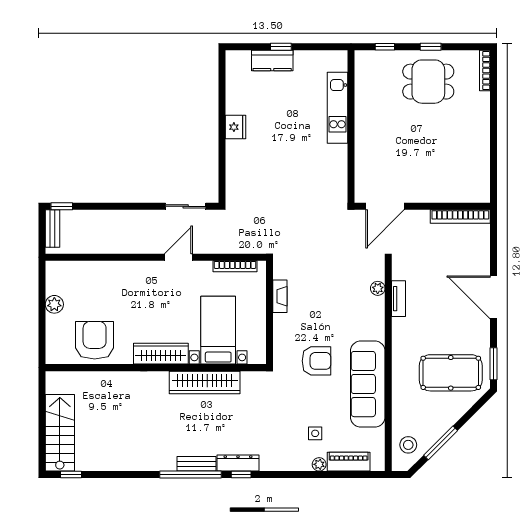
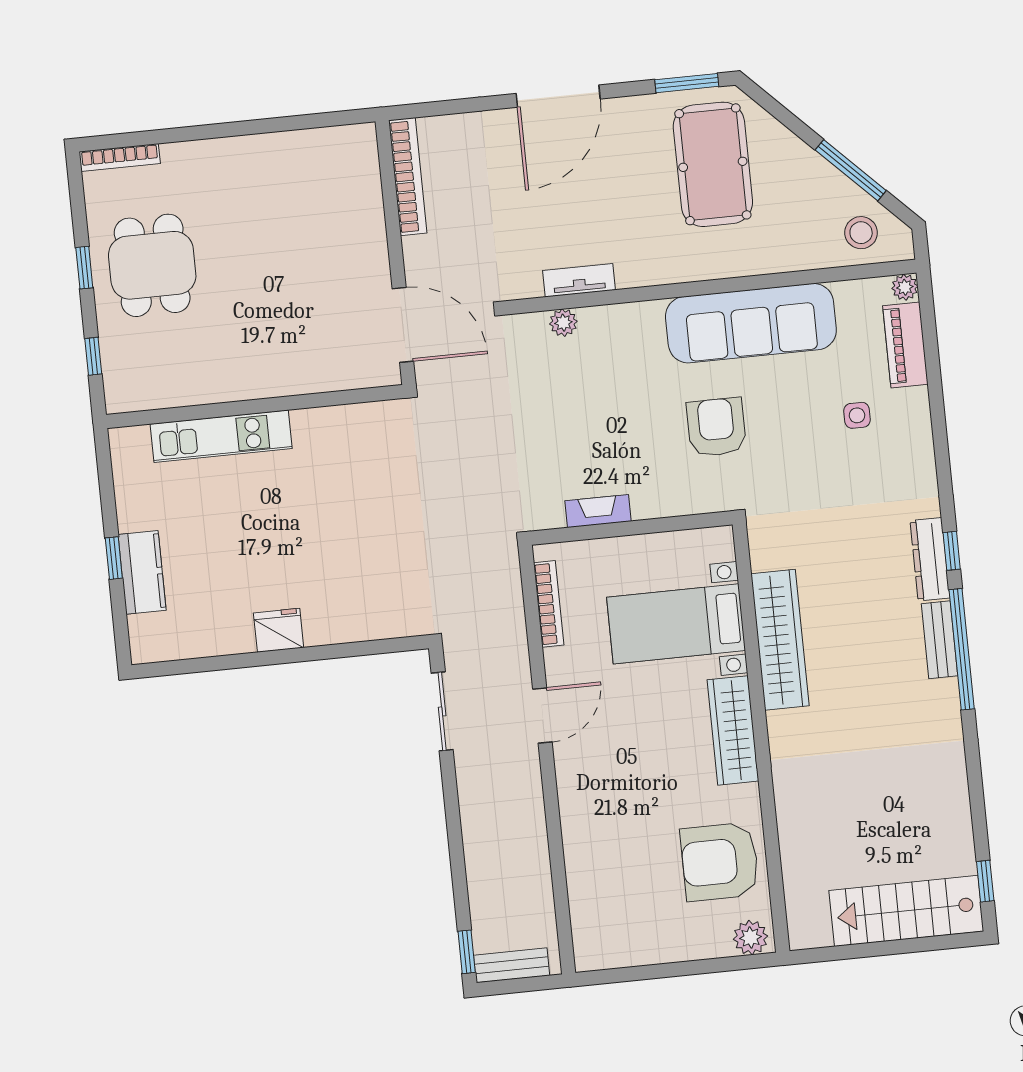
door: (178, 257) -> (542, 715), swing flipped
plant: (54, 304) -> (751, 938), moved
plant: (319, 464) -> (905, 287), moved

